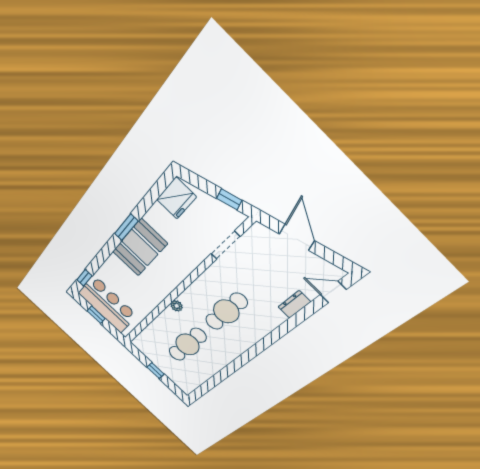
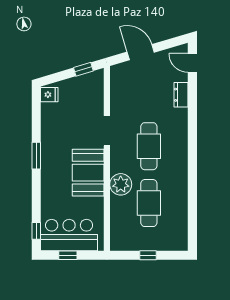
fridge: (176, 198) -> (49, 95), width x0.53, depth x0.75
doorway: (225, 245) -> (107, 131), moved
booth: (140, 248) -> (88, 173), moved
door: (333, 292) -> (192, 63), hinge flipped
plant: (177, 306) -> (121, 184), width x1.88, depth x1.88

